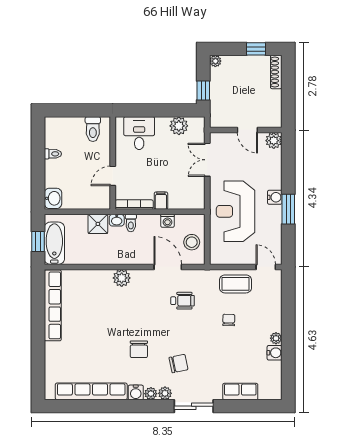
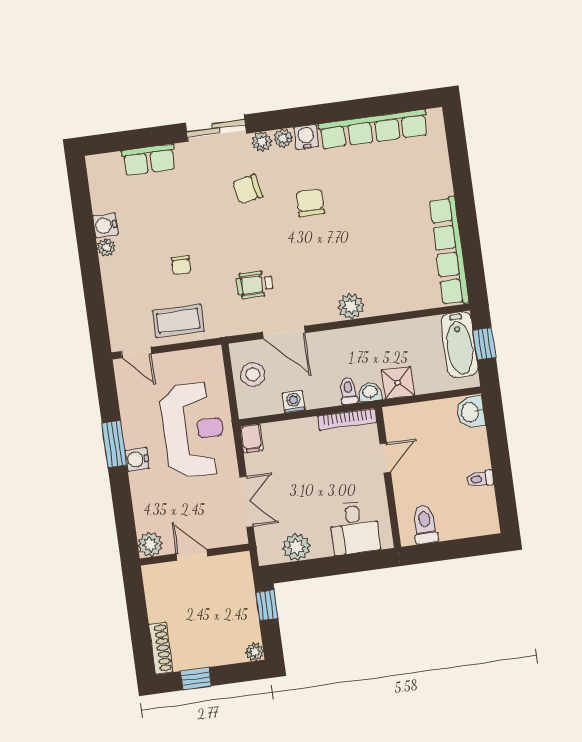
filing cabinet: (161, 201) -> (252, 438), moved

